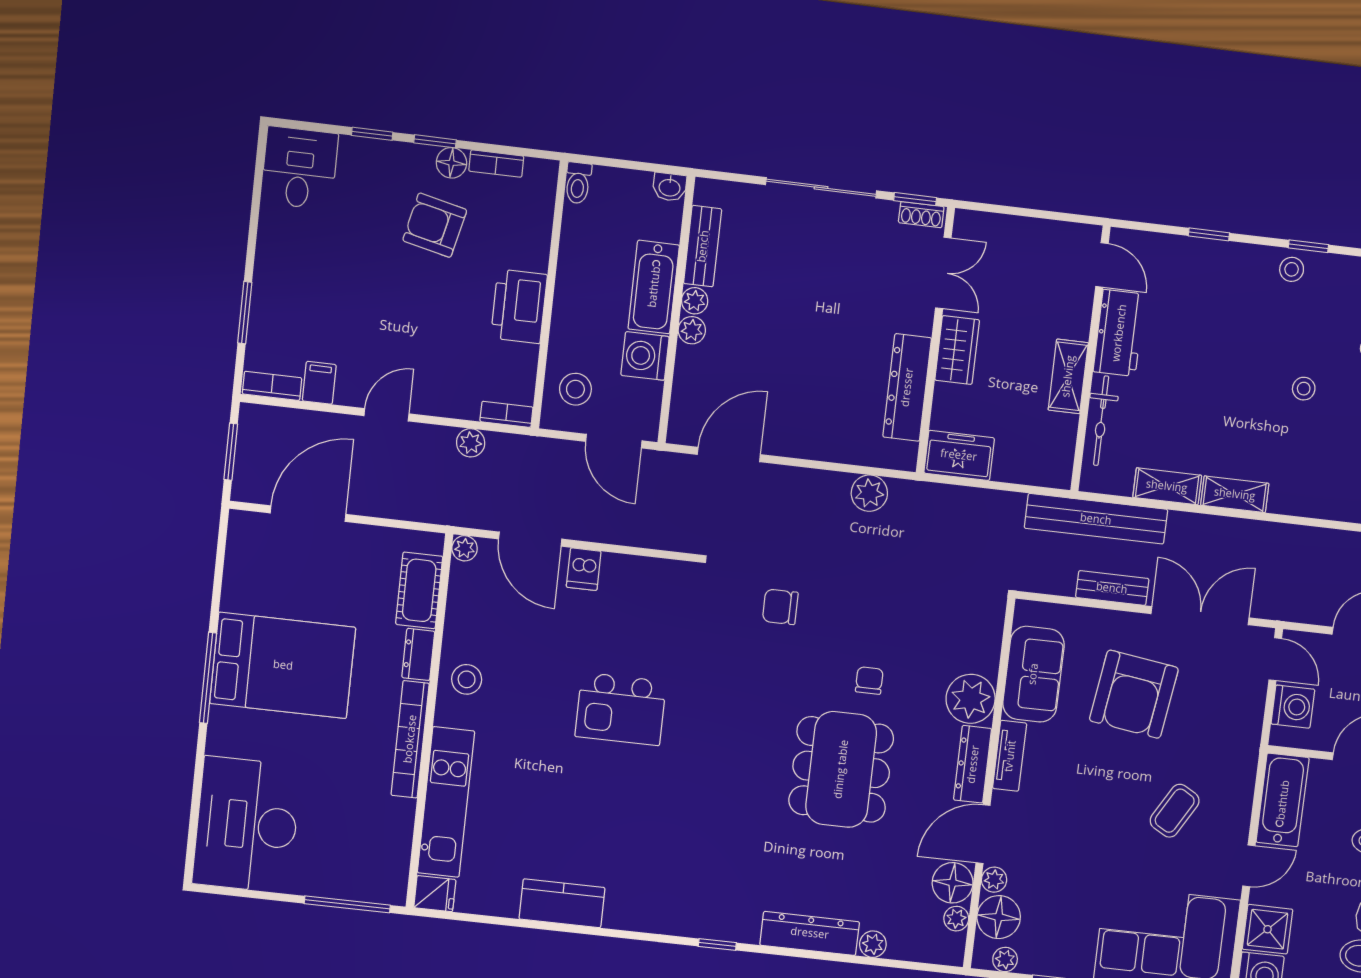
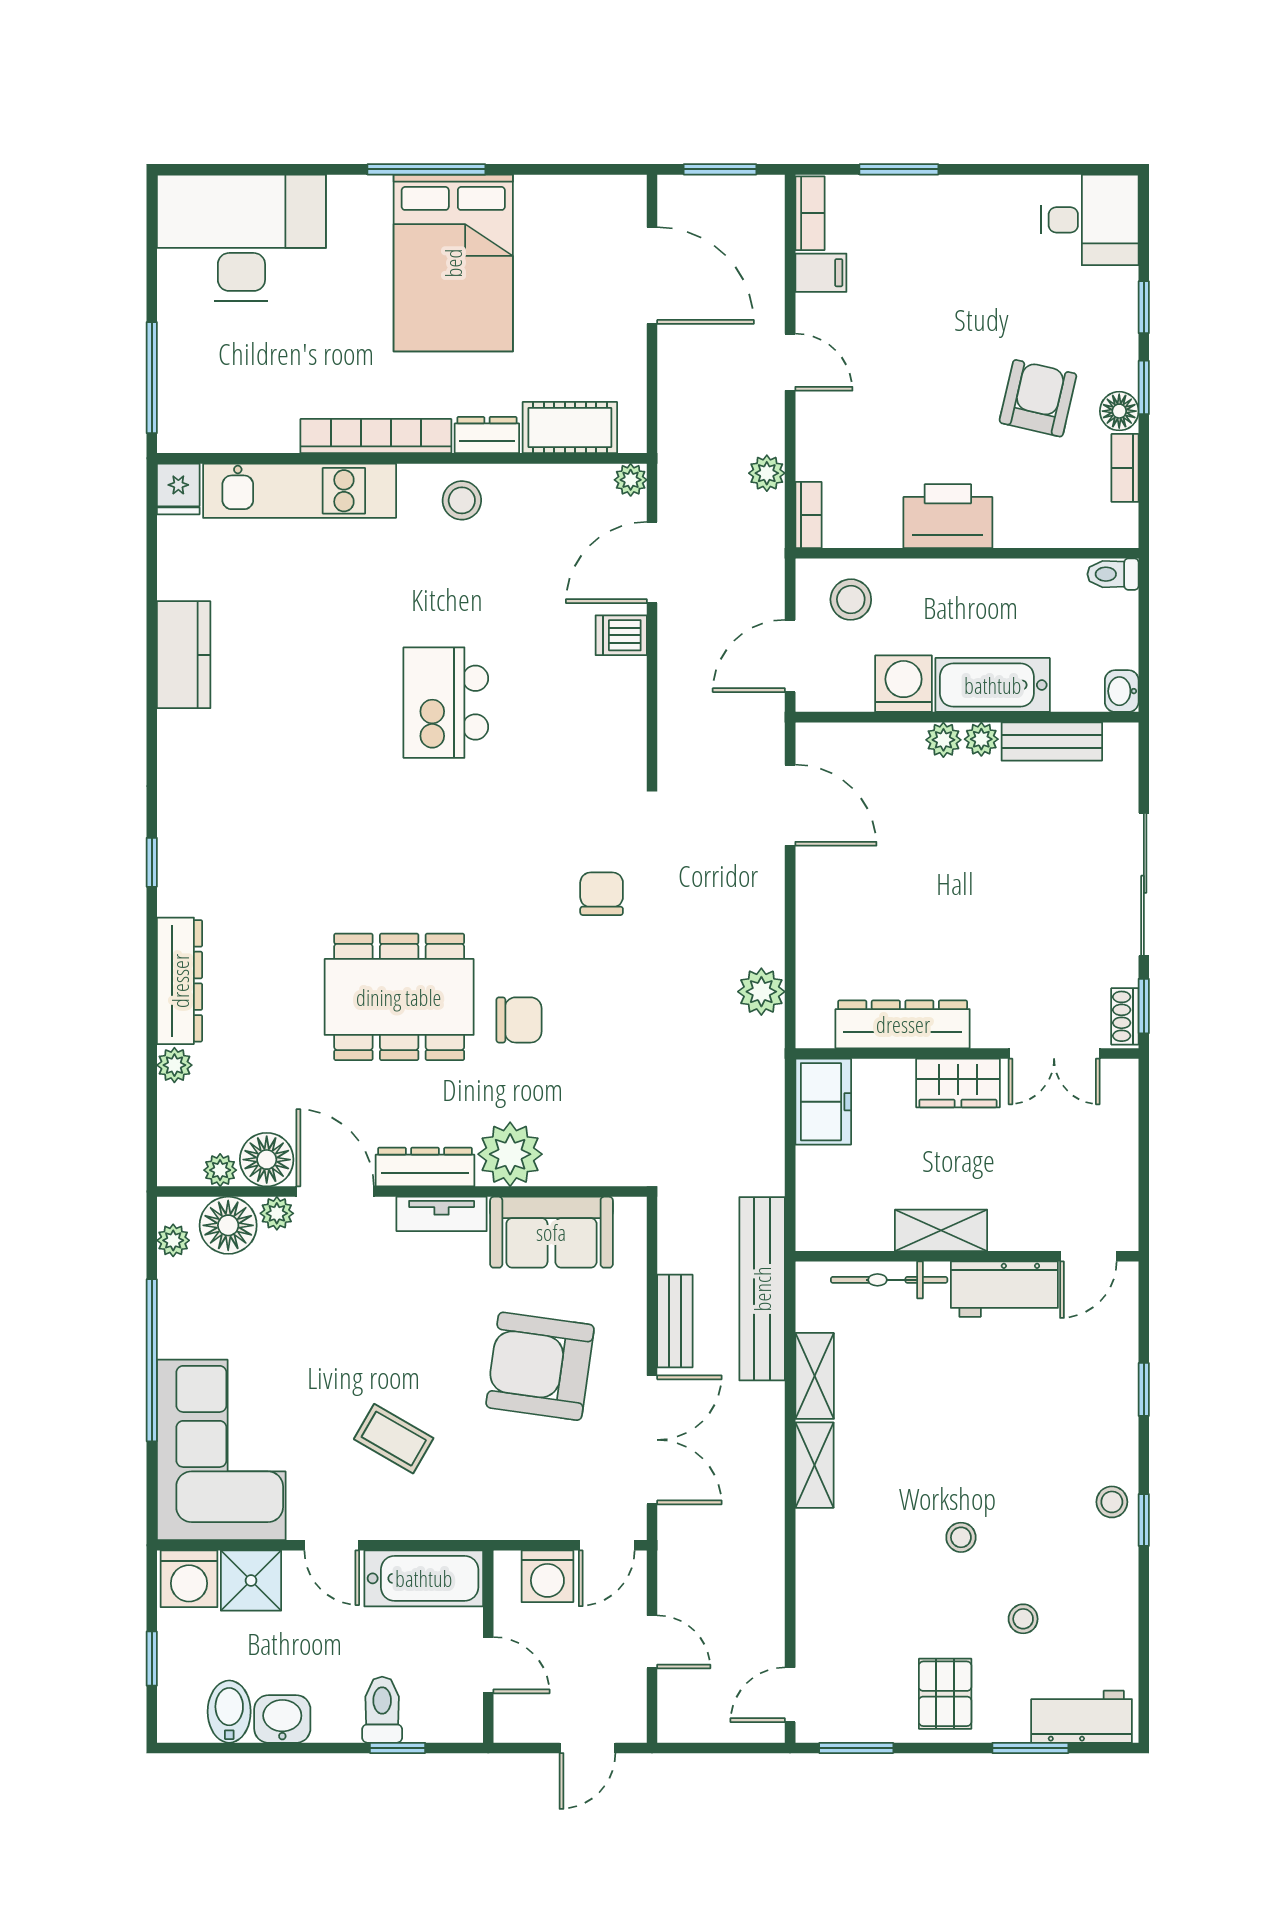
chair: (869, 681) -> (519, 1020), width x1.37, depth x1.37

